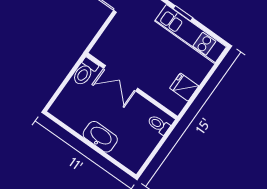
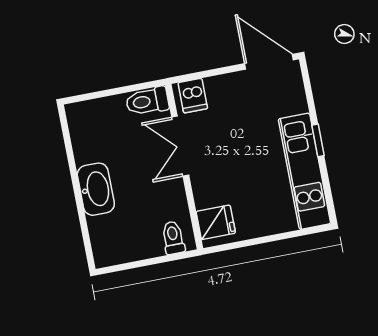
dishwasher: (104, 49) -> (193, 96), added
fridge: (184, 87) -> (216, 222), moved, turned 90

